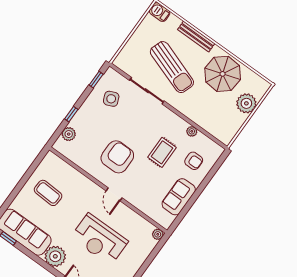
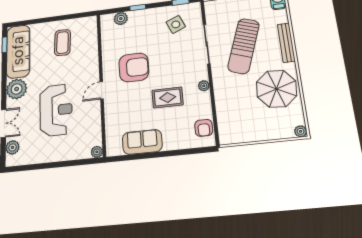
plant: (246, 103) -> (301, 131), moved, width x0.53, depth x0.53
plant: (192, 131) -> (204, 86), moved
armchair: (194, 161) -> (204, 128), moved
reception desk: (99, 239) -> (56, 110), turned 180

